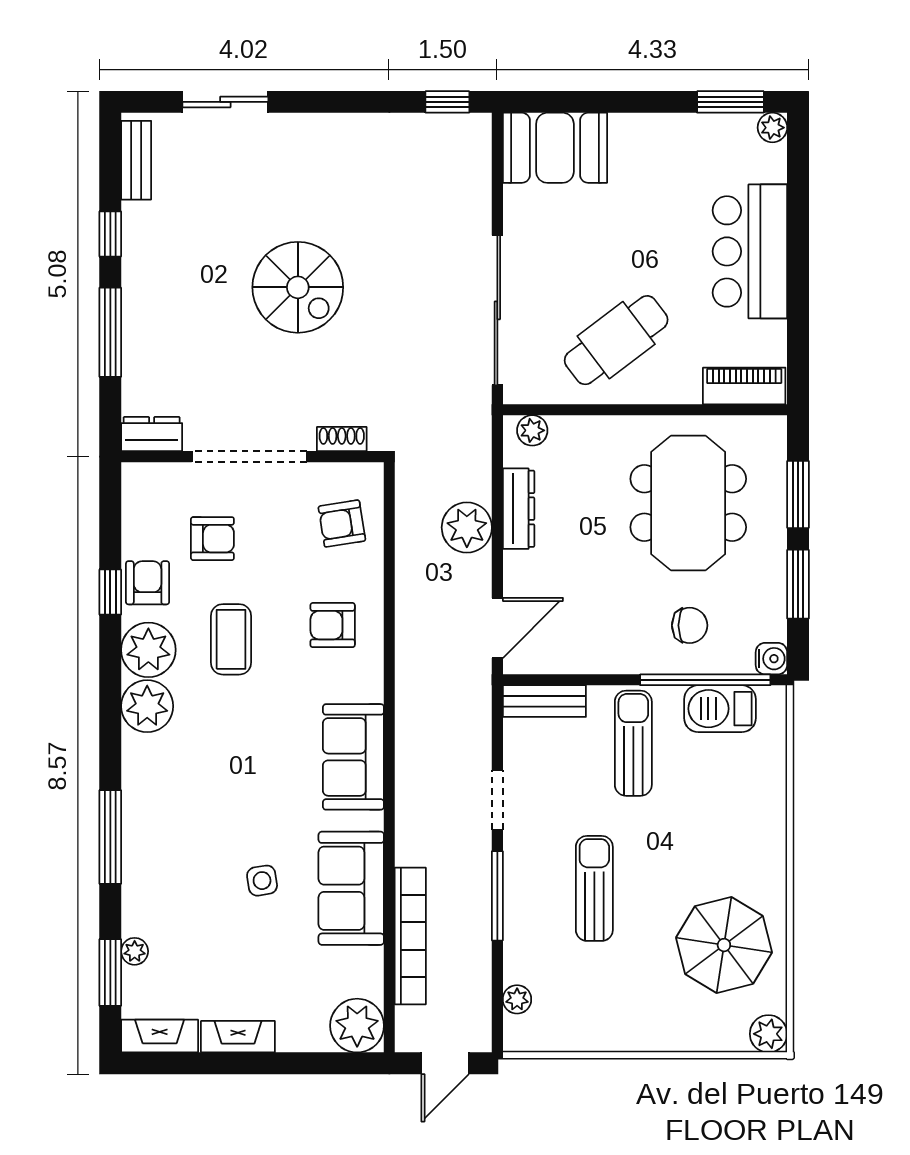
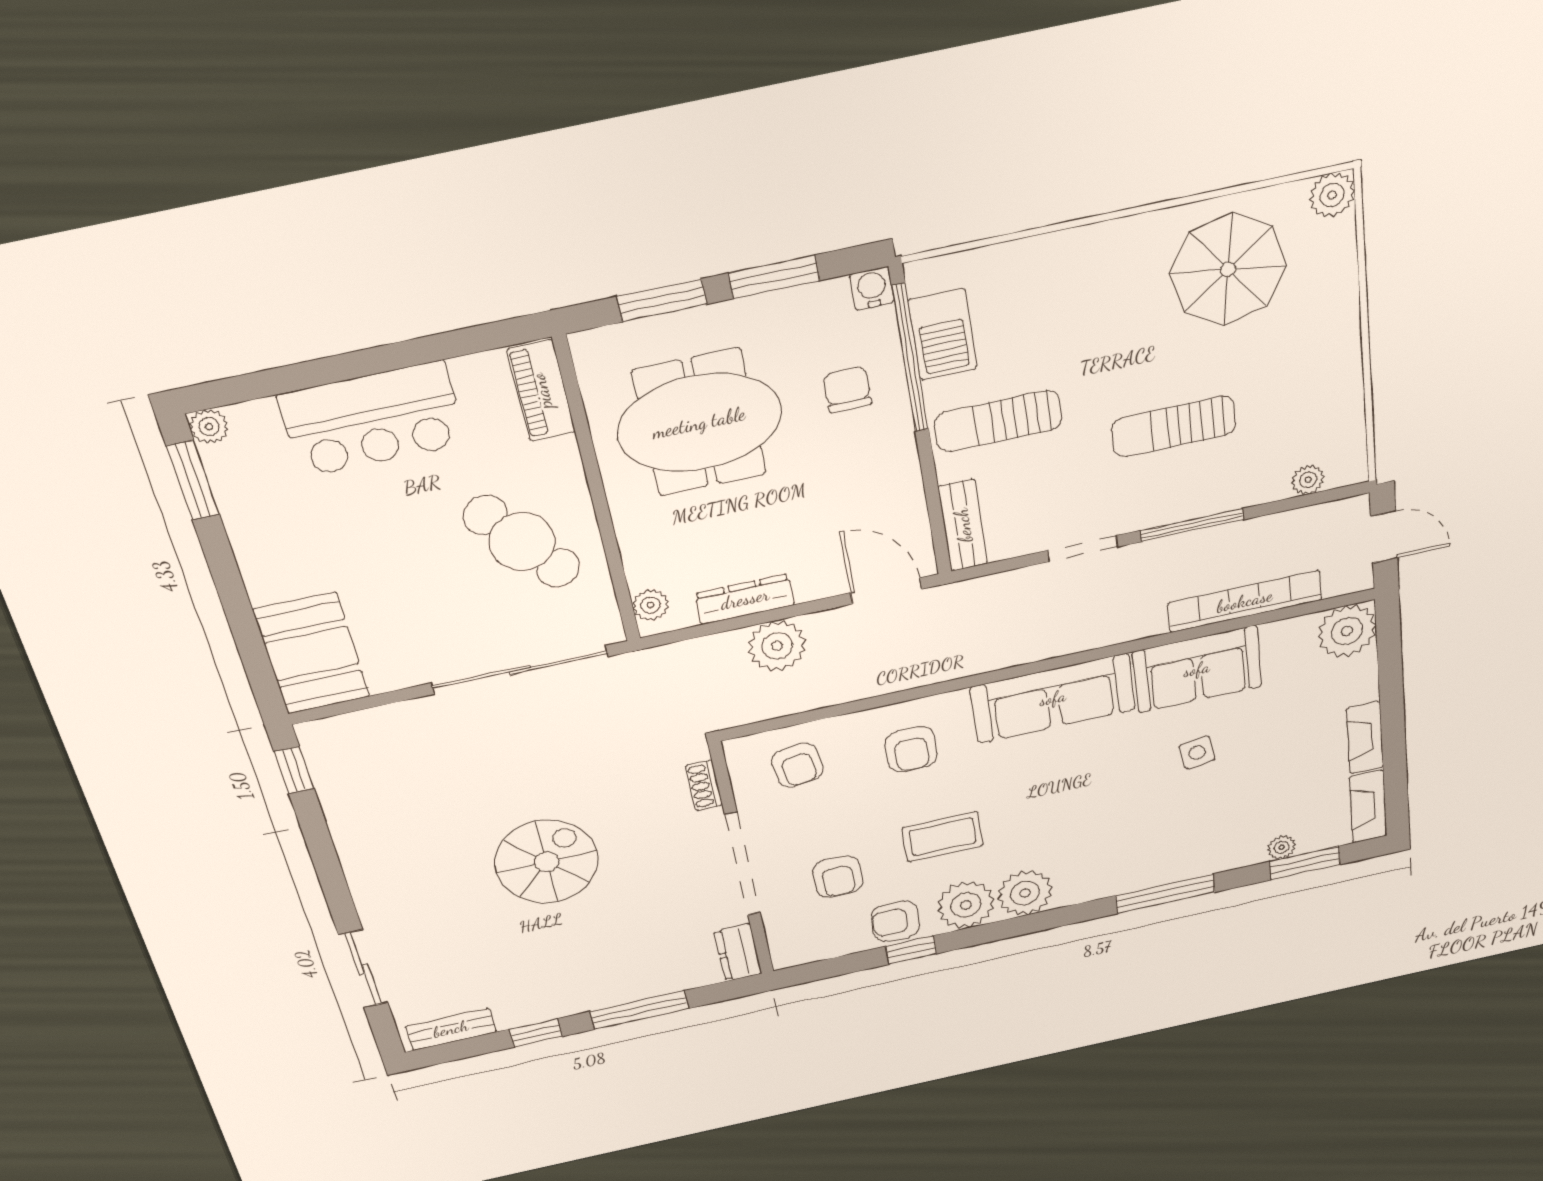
armchair: (212, 539) -> (838, 877), turned 180
sofa: (353, 757) -> (1053, 698), width x1.36

